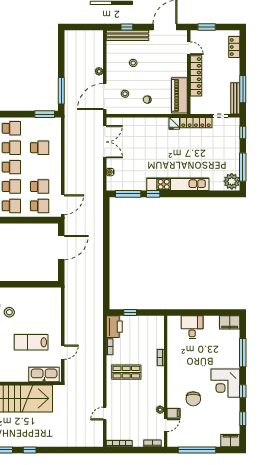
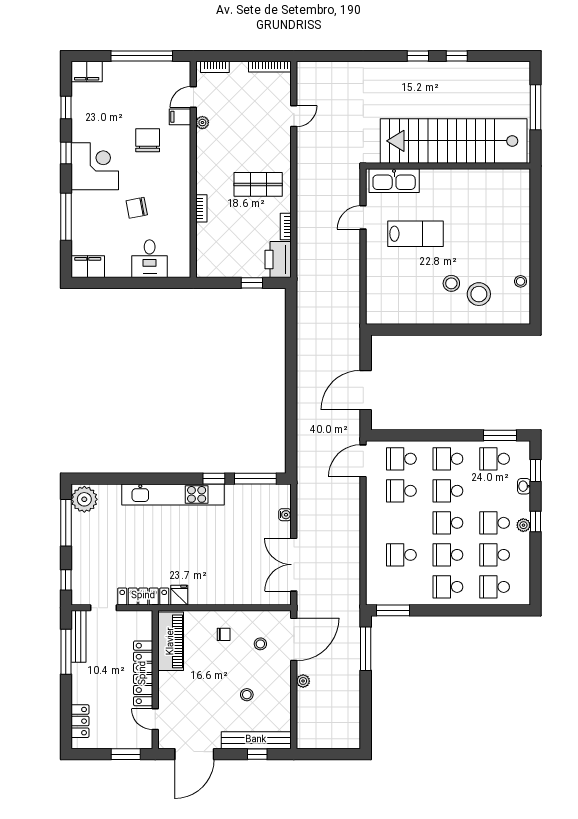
chair: (200, 358) -> (137, 208), added

